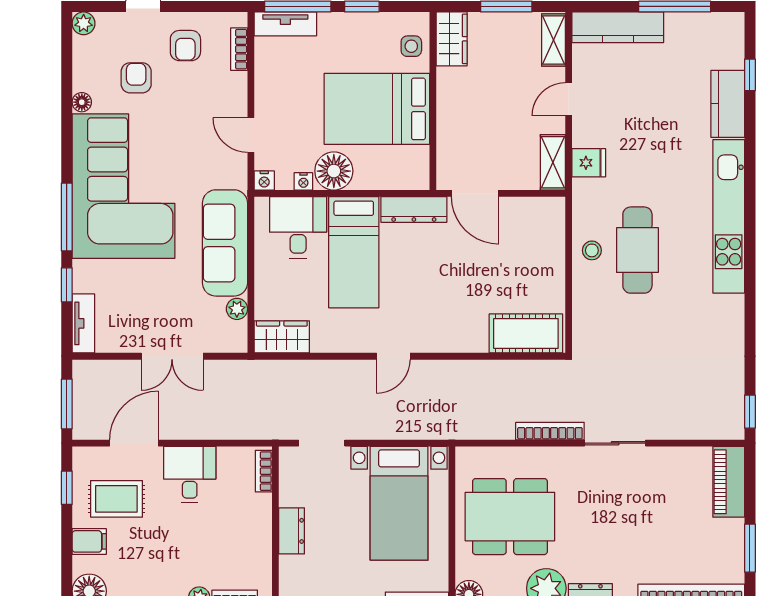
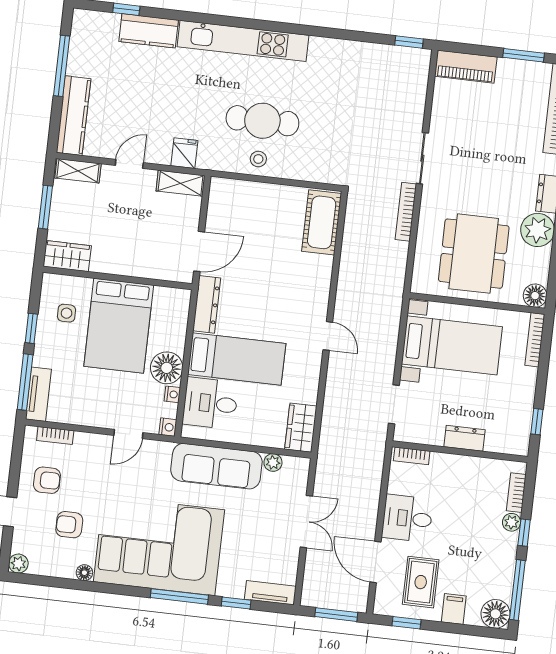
side table: (411, 46) -> (67, 313), moved
door: (569, 99) -> (129, 164), swing flipped

